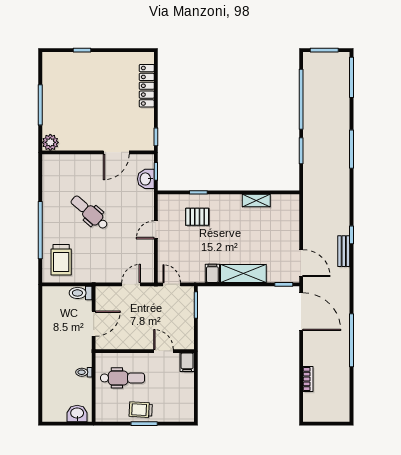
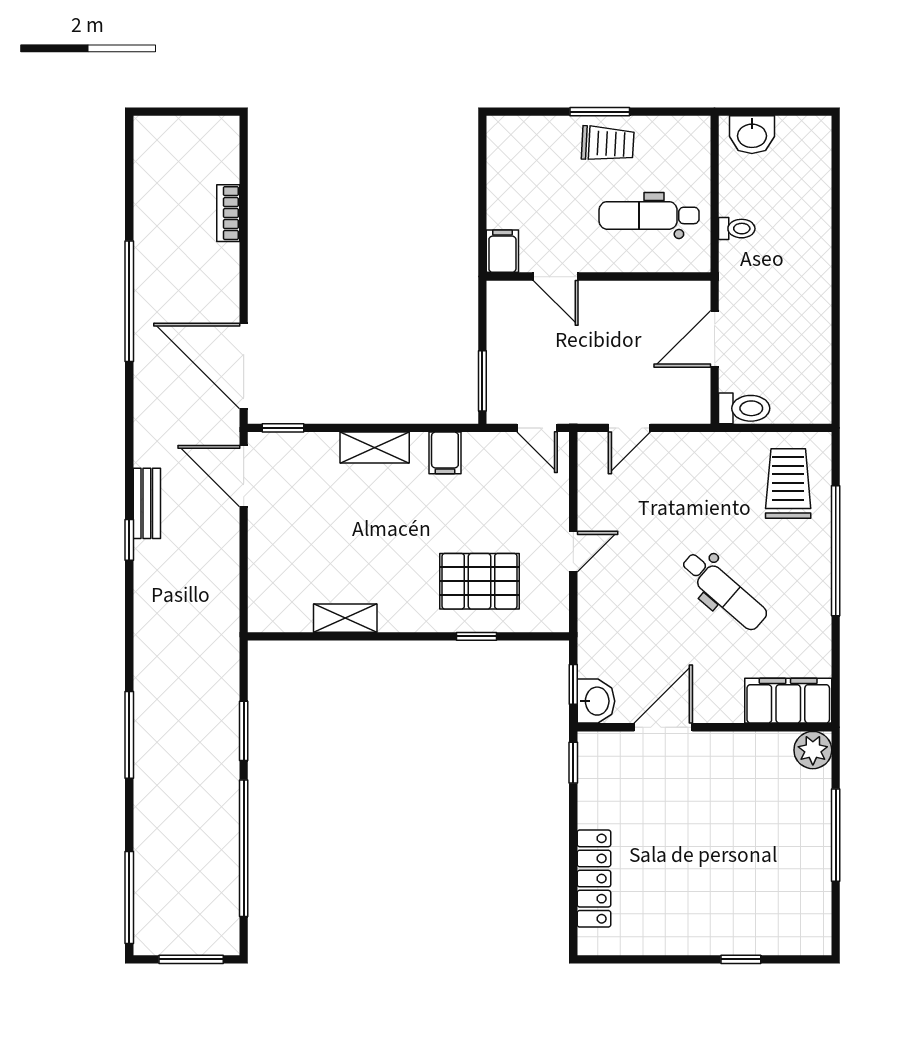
filing cabinet: (61, 164) -> (788, 701), added
washbasin: (146, 179) -> (596, 701), moved
pallet: (197, 217) -> (480, 581), width x1.50, depth x1.42
shelving: (243, 273) -> (375, 447), width x0.67, depth x0.75

